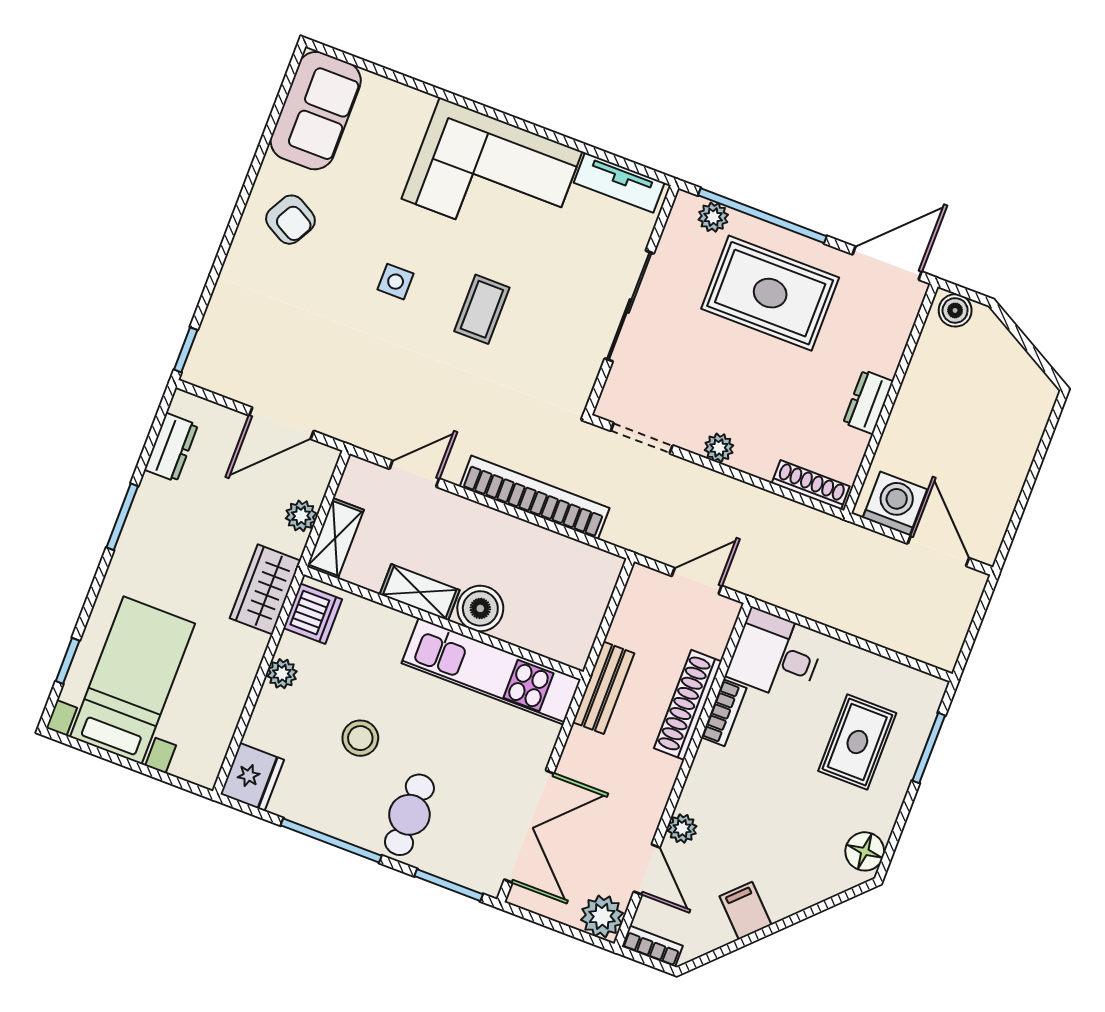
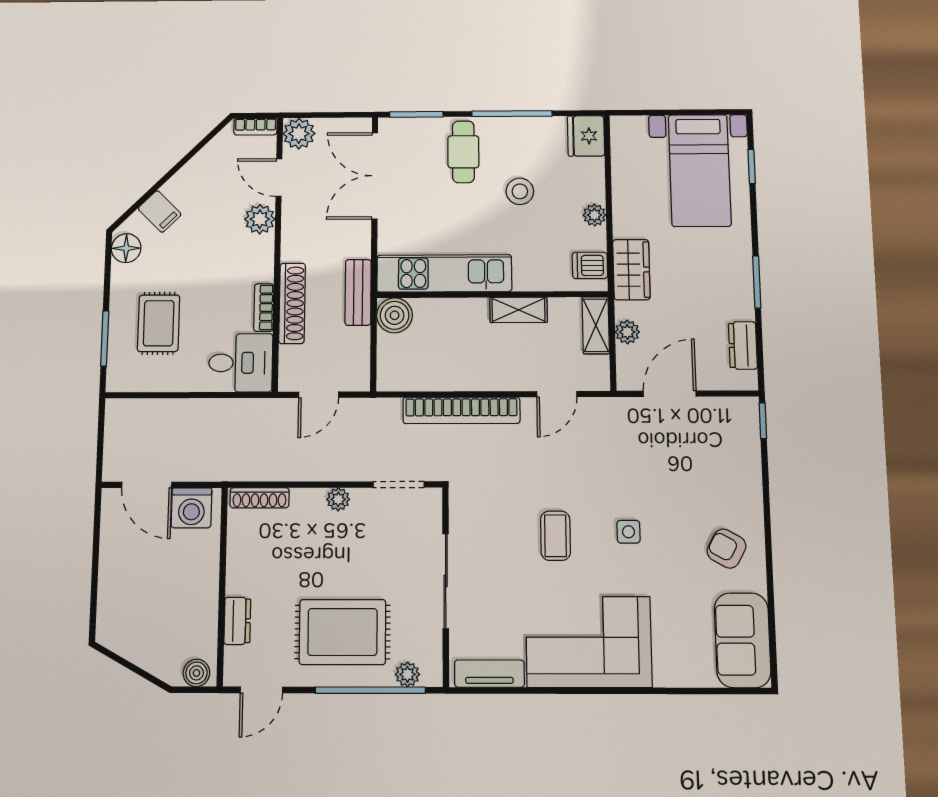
door: (887, 263) -> (261, 690), width x0.73
dresser: (868, 402) -> (237, 621), moved
boiler: (480, 608) -> (395, 315), moved
dishwasher: (313, 614) -> (590, 265), width x0.73
plant: (682, 828) -> (260, 219), width x1.38, depth x1.38
filing cabinet: (745, 911) -> (160, 211), moved

